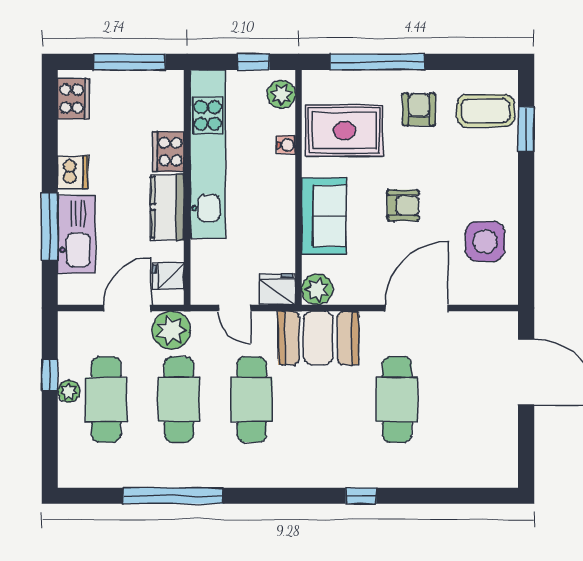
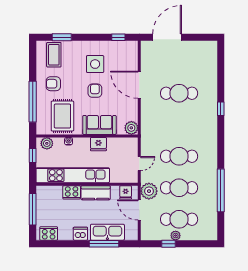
side table: (485, 241) -> (95, 64), moved
window: (526, 259) -> (118, 37), added
fridge: (277, 289) -> (98, 144), moved, turned -90
booth: (318, 338) -> (152, 127), removed

